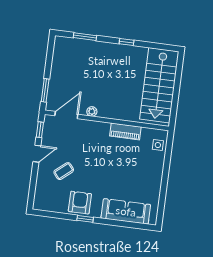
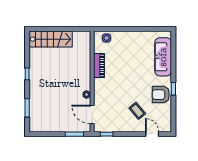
stairs: (159, 85) -> (51, 39), width x0.73, depth x0.66
door: (37, 154) -> (152, 134), moved

